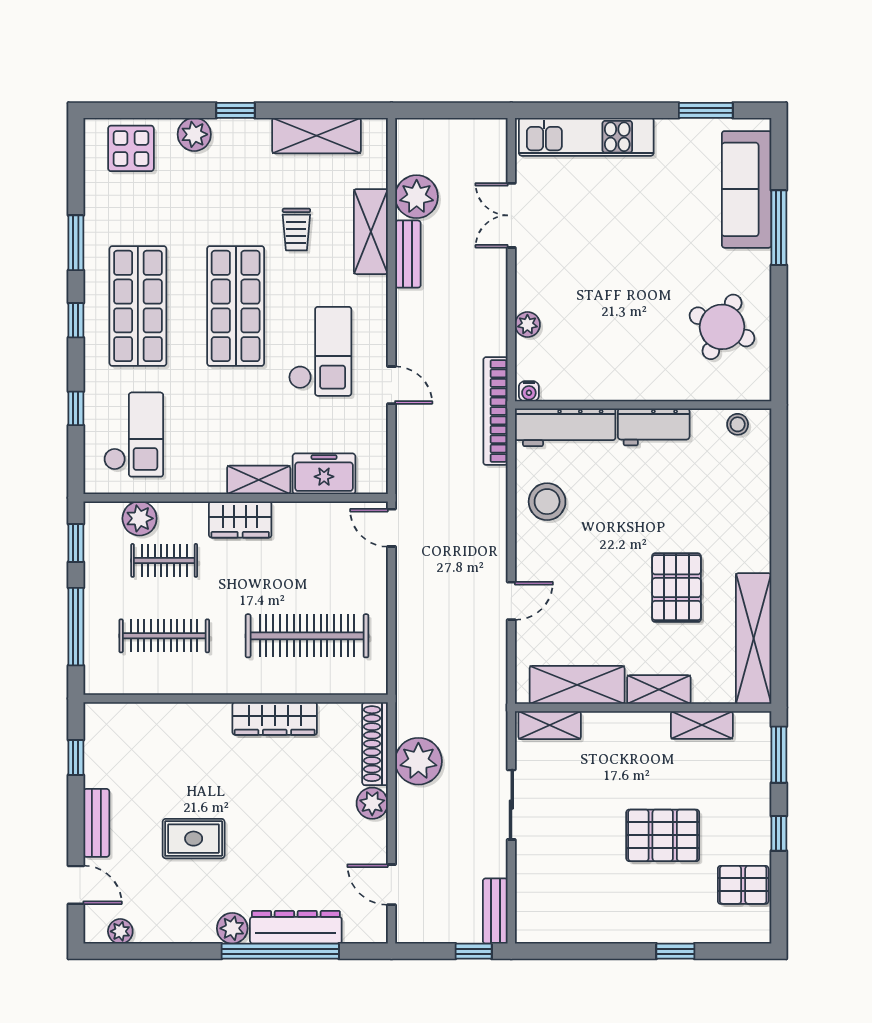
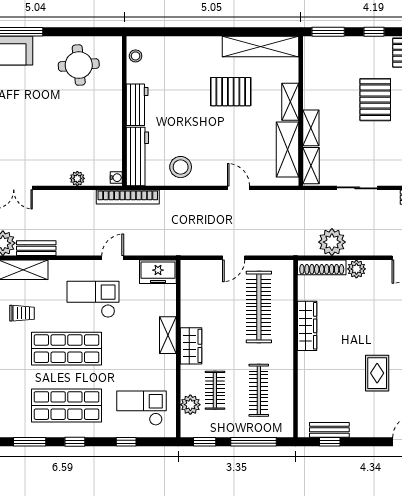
round table: (722, 327) -> (79, 65), turned -30
freezer: (324, 474) -> (158, 272), moved, turned -90
door: (391, 528) -> (234, 258), moved
shelving: (702, 725) -> (311, 128), moved
bench: (96, 823) -> (329, 430), moved

